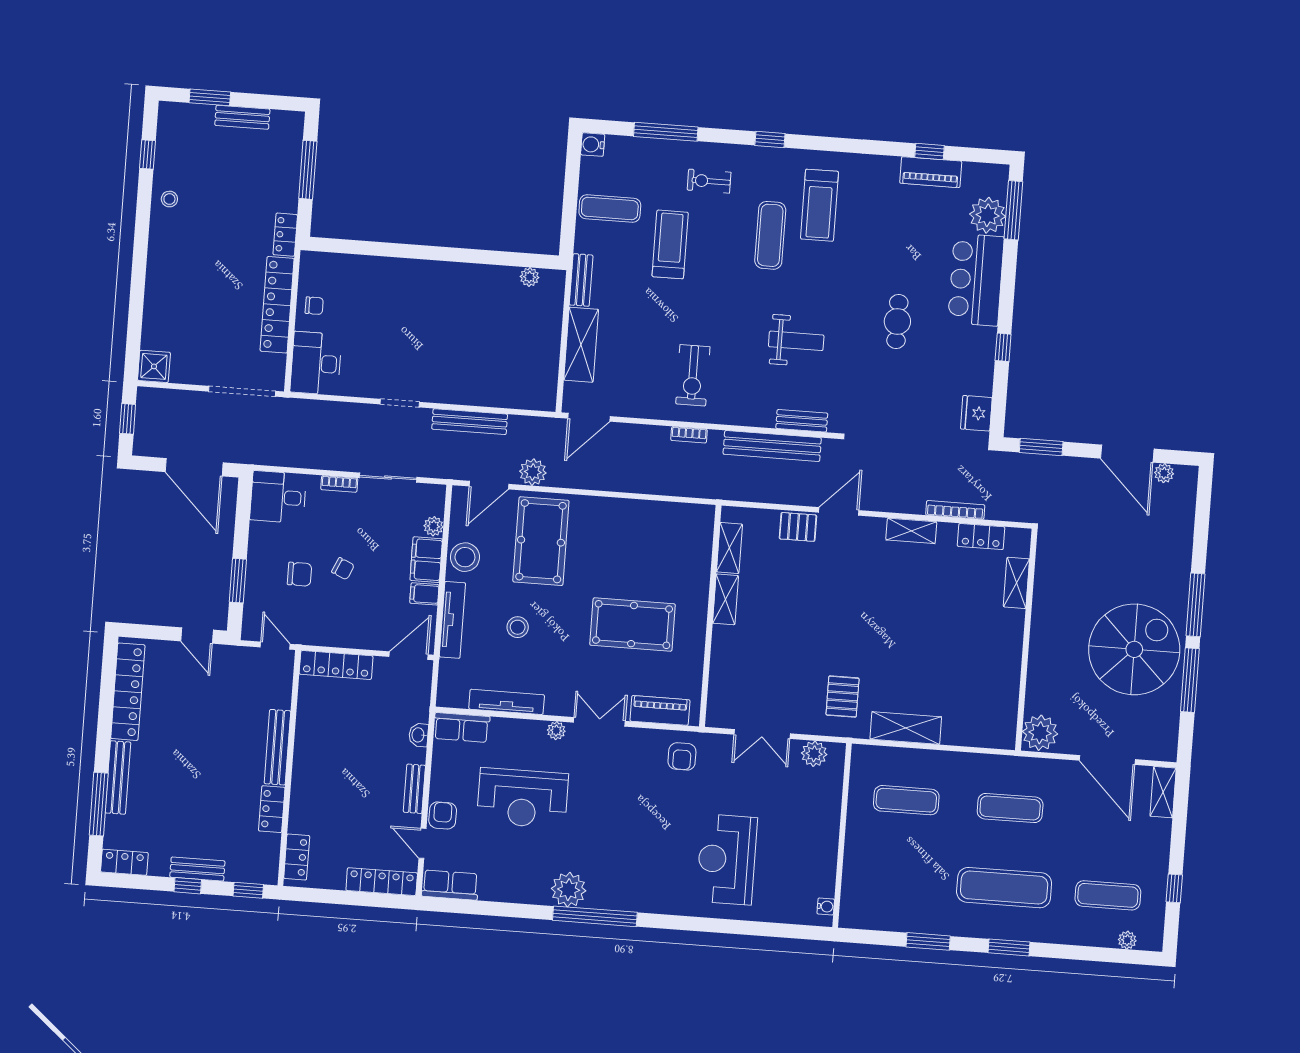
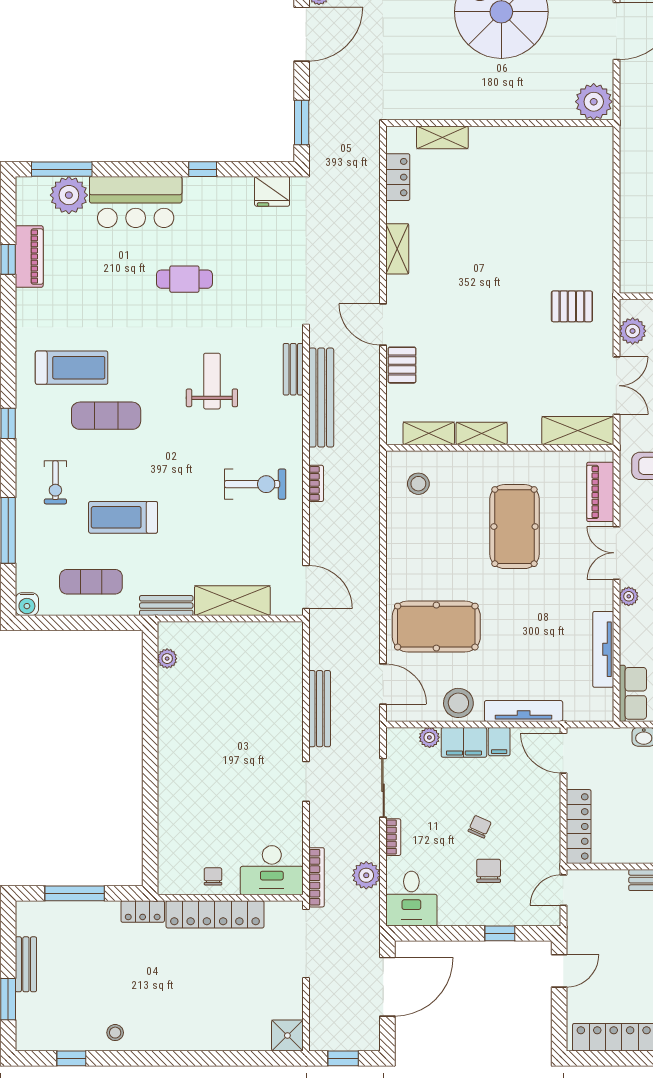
exercise mat: (610, 208) -> (91, 582), turned 90
plant: (533, 472) -> (366, 875), moved
bookcase: (955, 510) -> (317, 877), moved, turned 180
window: (238, 581) -> (500, 933), width x0.67
stool: (518, 627) -> (418, 484), moved
shelving: (906, 728) -> (578, 431), moved, turned 90

